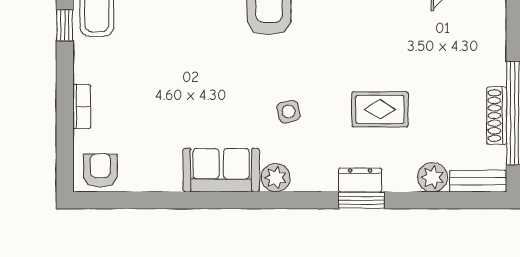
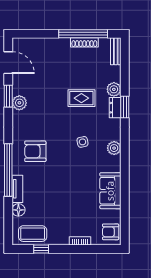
rug: (380, 109) -> (81, 98), turned 90
sofa: (221, 170) -> (110, 191), moved
plant: (432, 177) -> (114, 89), moved

